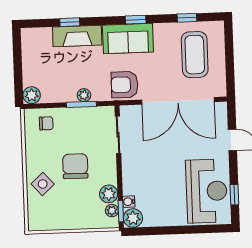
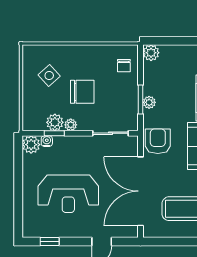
side table: (43, 184) -> (49, 75), moved
reception desk: (207, 191) -> (68, 194), moved
plant: (112, 211) -> (71, 125), moved
window: (121, 211) -> (54, 133), moved

